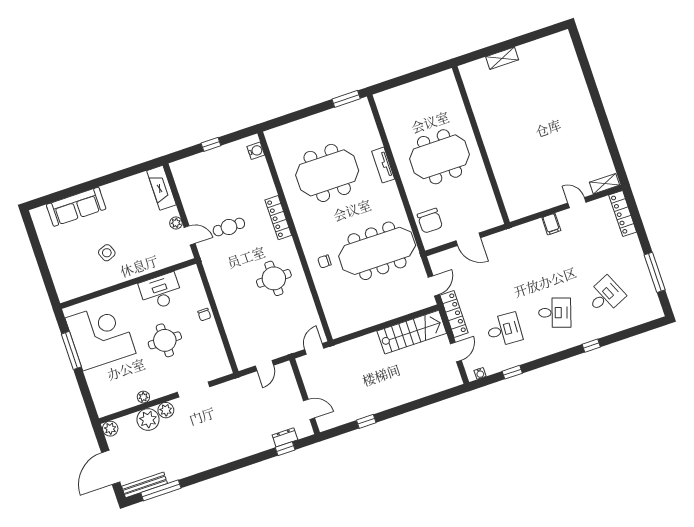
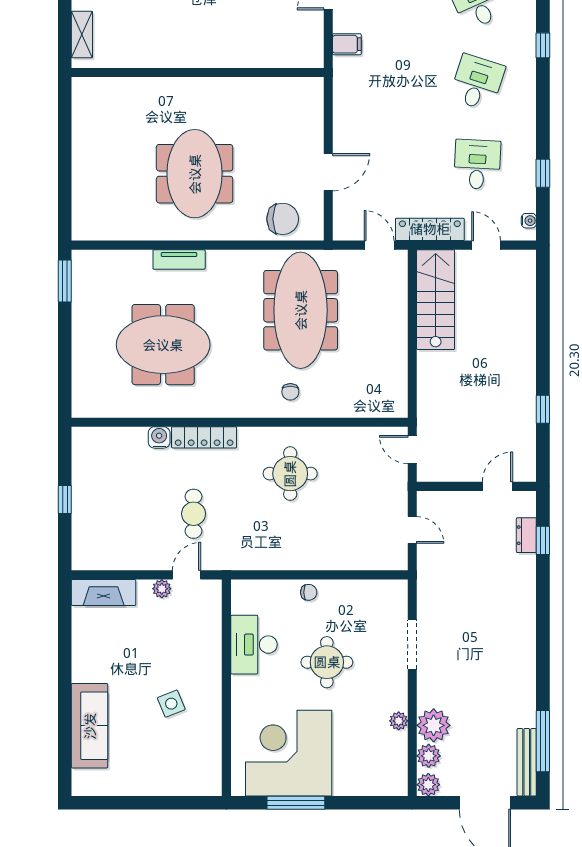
wall: (481, 145) -> (198, 73), moved
water cooler: (256, 151) -> (159, 437), moved
meeting table: (327, 173) -> (163, 345), turned 90
plant: (166, 410) -> (429, 756), moved

